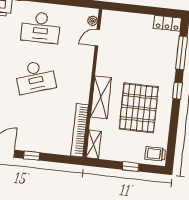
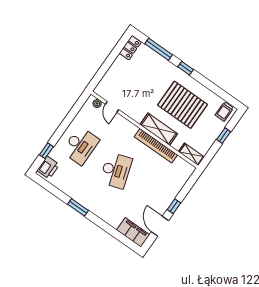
bookcase: (80, 130) -> (156, 146), moved

